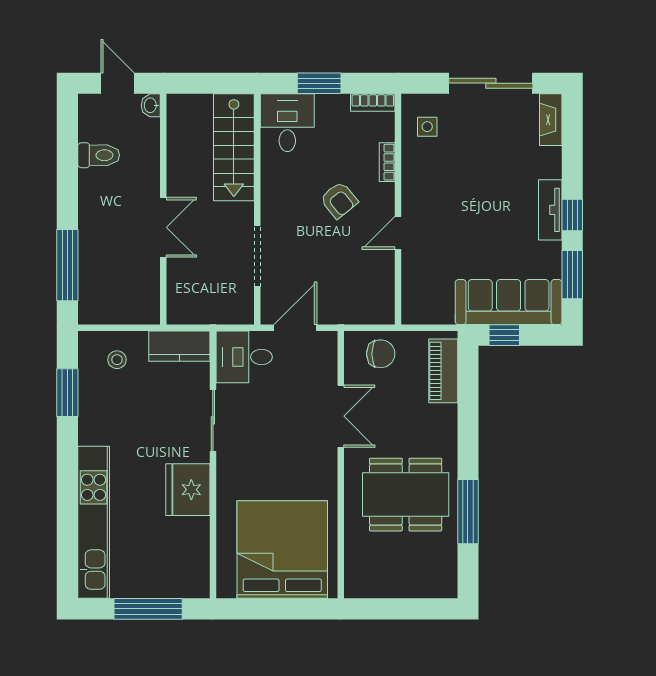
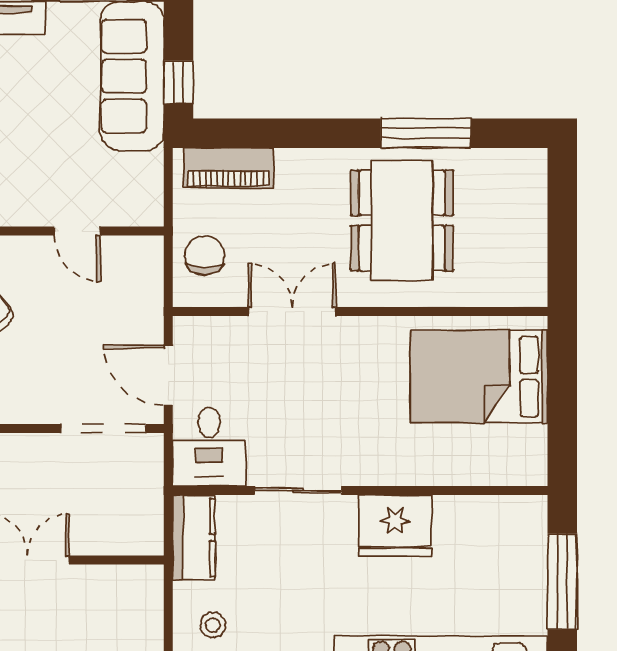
door: (398, 233) -> (77, 231), moved
doorway: (257, 256) -> (103, 428), moved
bed: (282, 550) -> (479, 377), width x0.73

